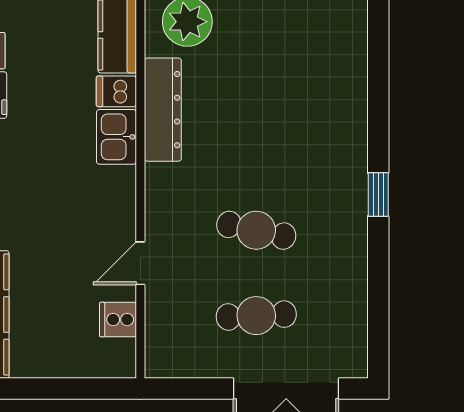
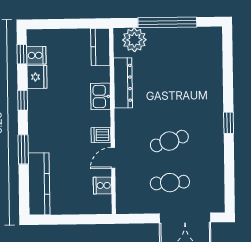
dishwasher: (116, 91) -> (101, 135), moved
cafe table: (256, 230) -> (169, 141), turned -30

